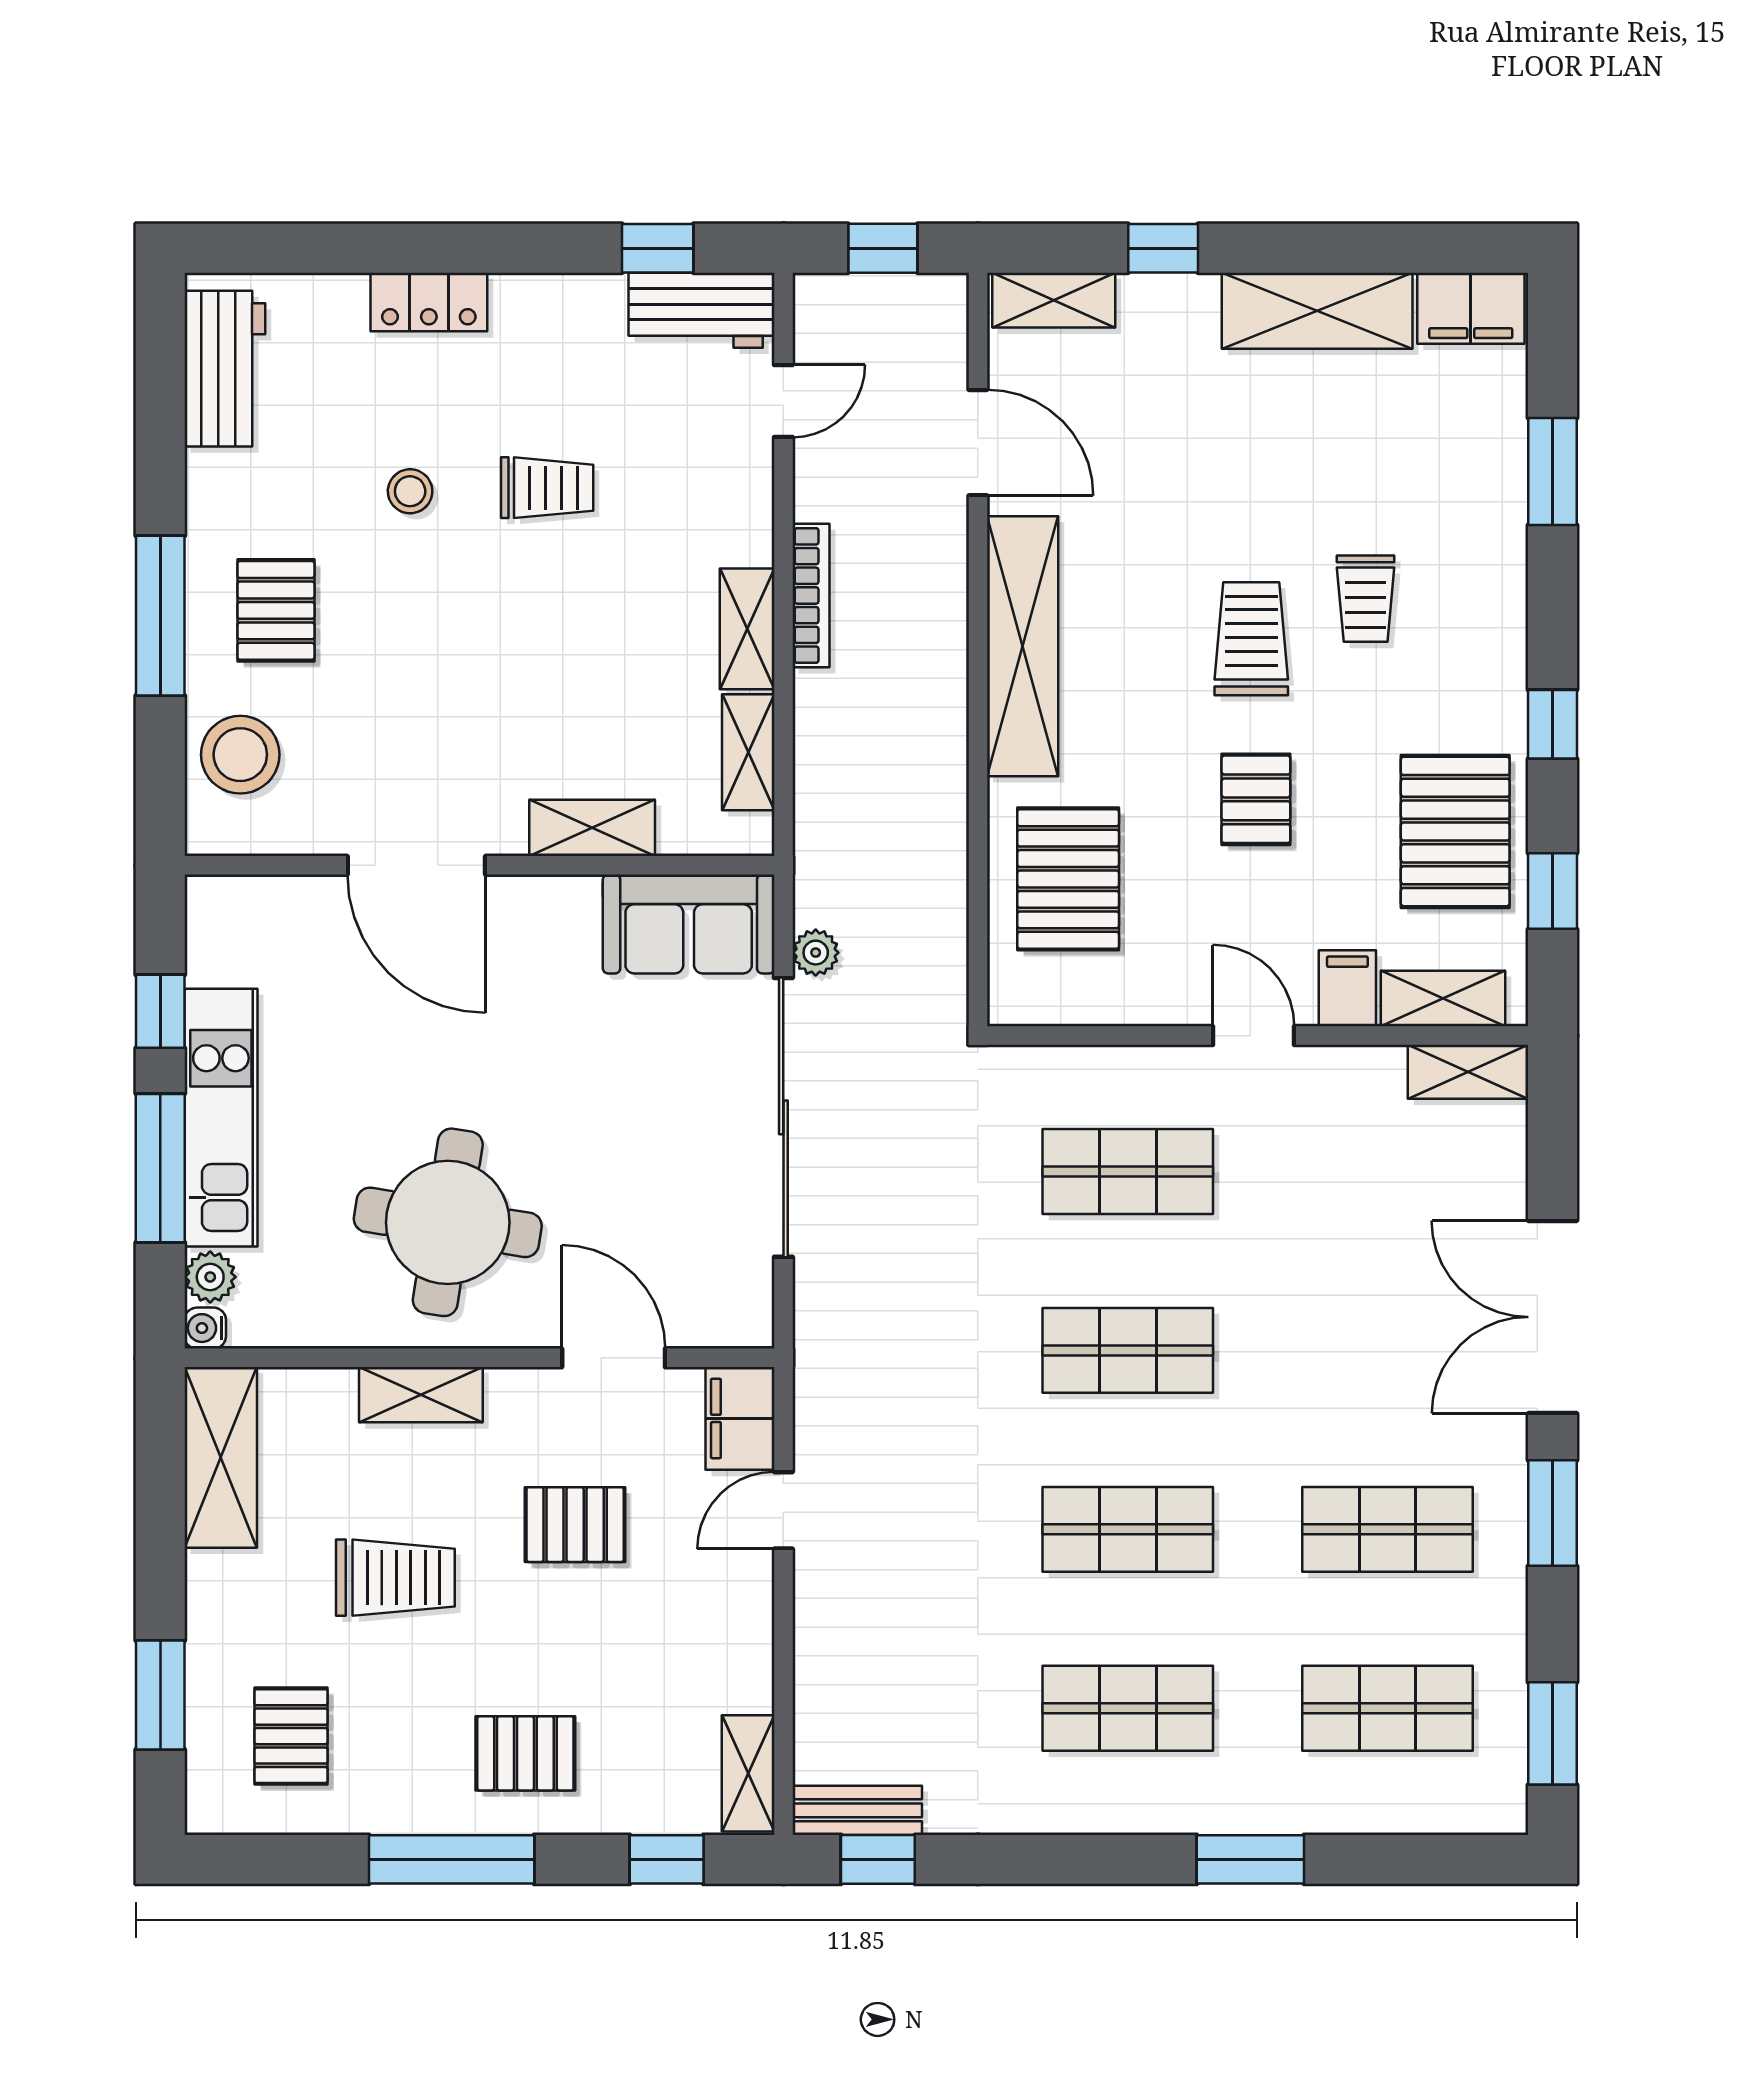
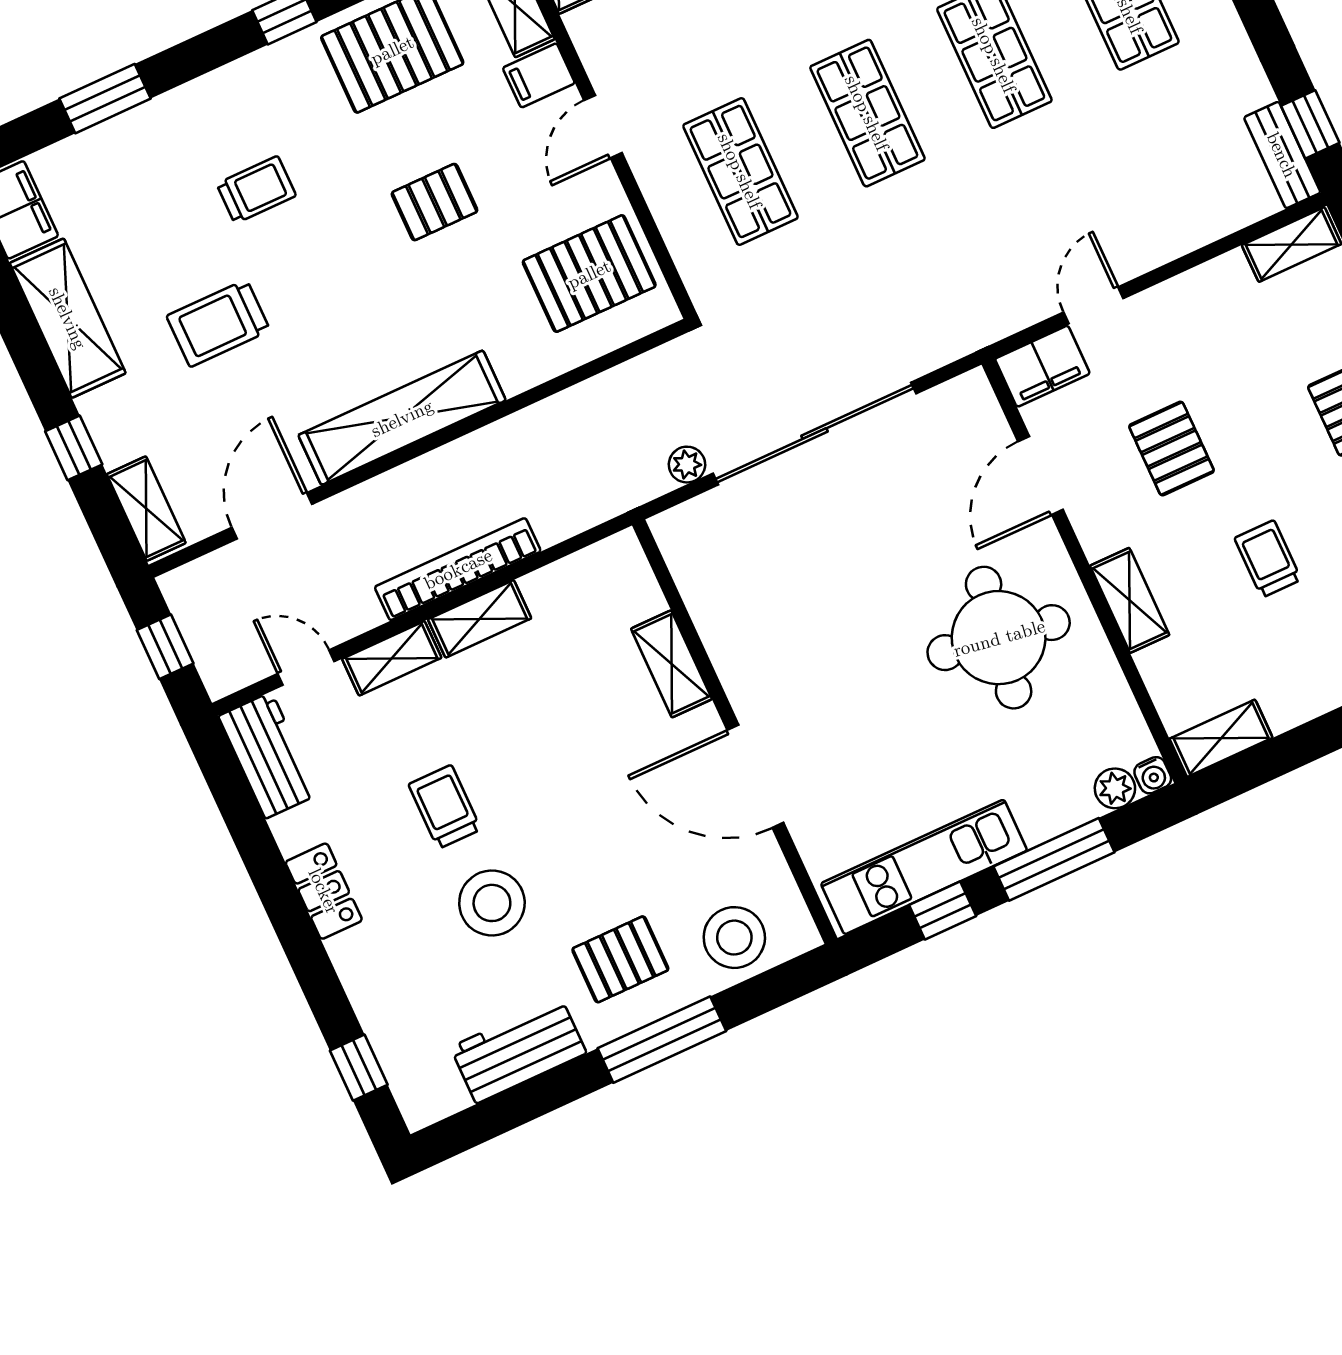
window: (658, 248) -> (359, 1068), moved
locker: (429, 302) -> (324, 891), moved
workbench: (225, 369) -> (518, 1050), moved
stool: (410, 491) -> (492, 903), width x1.89, depth x1.89
bookcase: (811, 595) -> (458, 569), width x1.48, depth x1.31
trolley: (1251, 639) -> (218, 323), moved
shelving: (748, 752) -> (392, 658), moved
door: (416, 865) -> (755, 776), swing flipped
pallet: (1068, 879) -> (589, 274), moved
sofa: (689, 924) -> (708, 564), removed
kitchen unit: (221, 1118) -> (924, 867), moved
shelving: (221, 1457) -> (1221, 738), width x0.67, depth x0.75
door: (783, 1510) -> (1093, 305), swing flipped
trolley: (395, 1578) -> (1268, 559), width x0.73, depth x0.72

